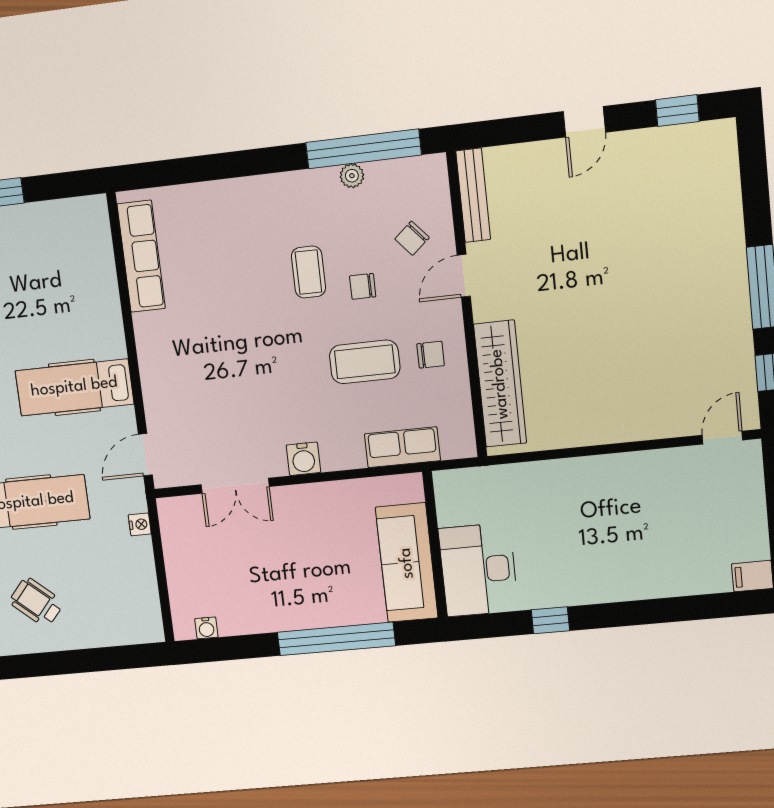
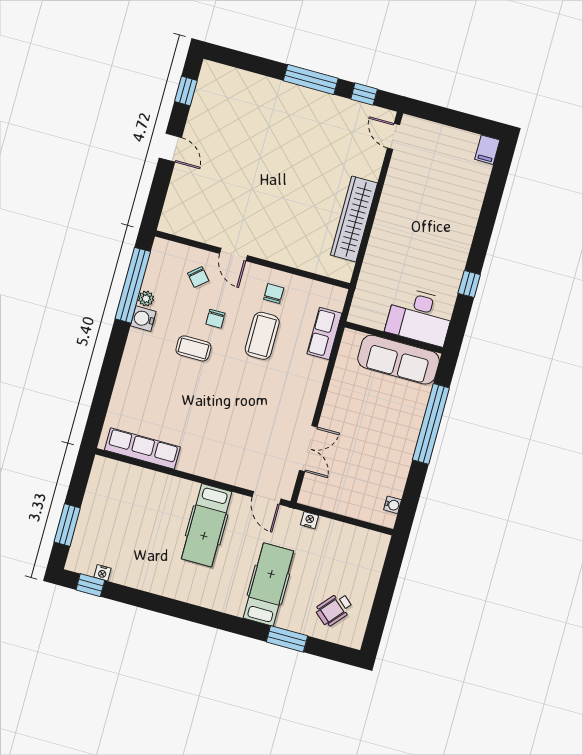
bench: (473, 195) -> (187, 230), removed
wardrobe: (500, 384) -> (354, 219), moved, turned -90
water cooler: (303, 459) -> (143, 319), moved, turned 180

